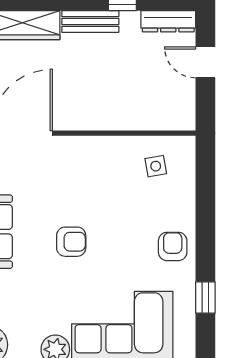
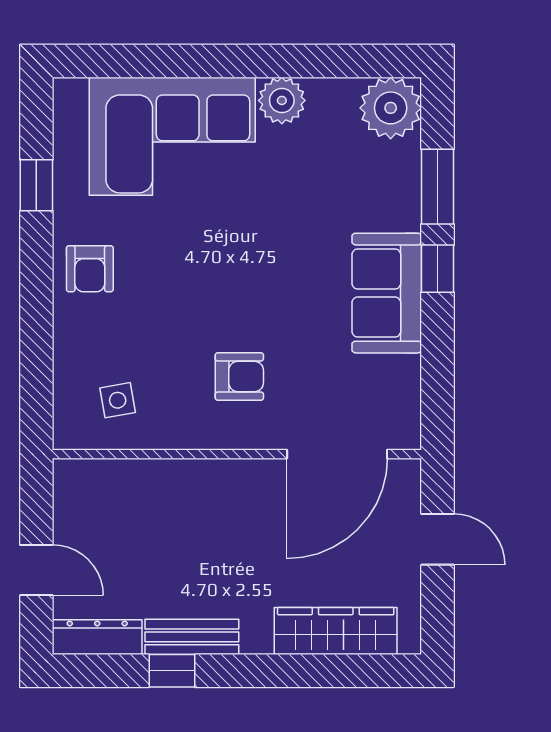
bench: (90, 21) -> (192, 637), moved
armchair: (71, 242) -> (239, 377), moved, turned 180

